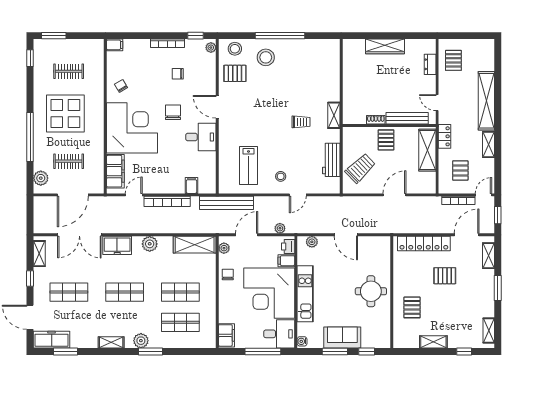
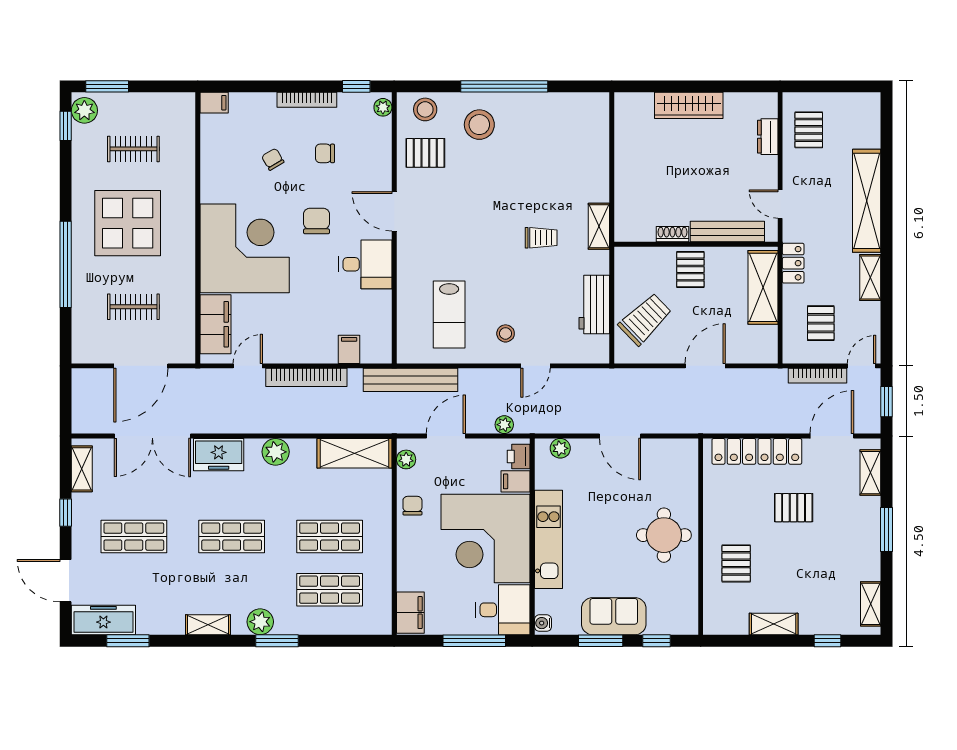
chair: (121, 86) -> (273, 159), moved
plant: (41, 178) -> (84, 110), moved

